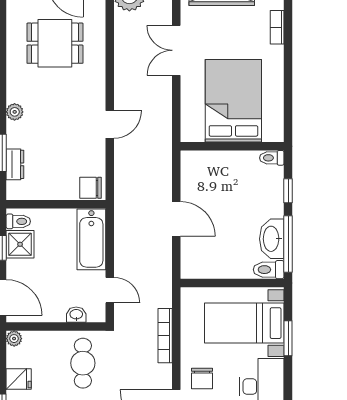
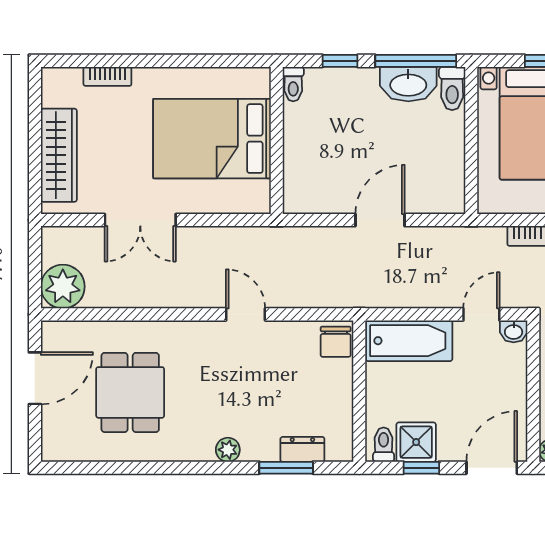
washbasin: (76, 315) -> (514, 331), moved, turned -90

